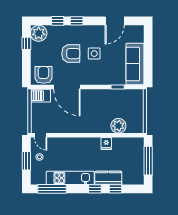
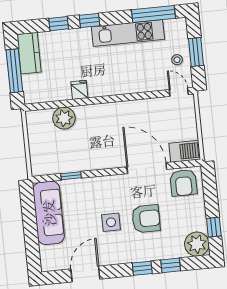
armchair: (71, 54) -> (146, 219), turned 180
kitchen counter: (108, 178) -> (29, 53), moved, turned -90

